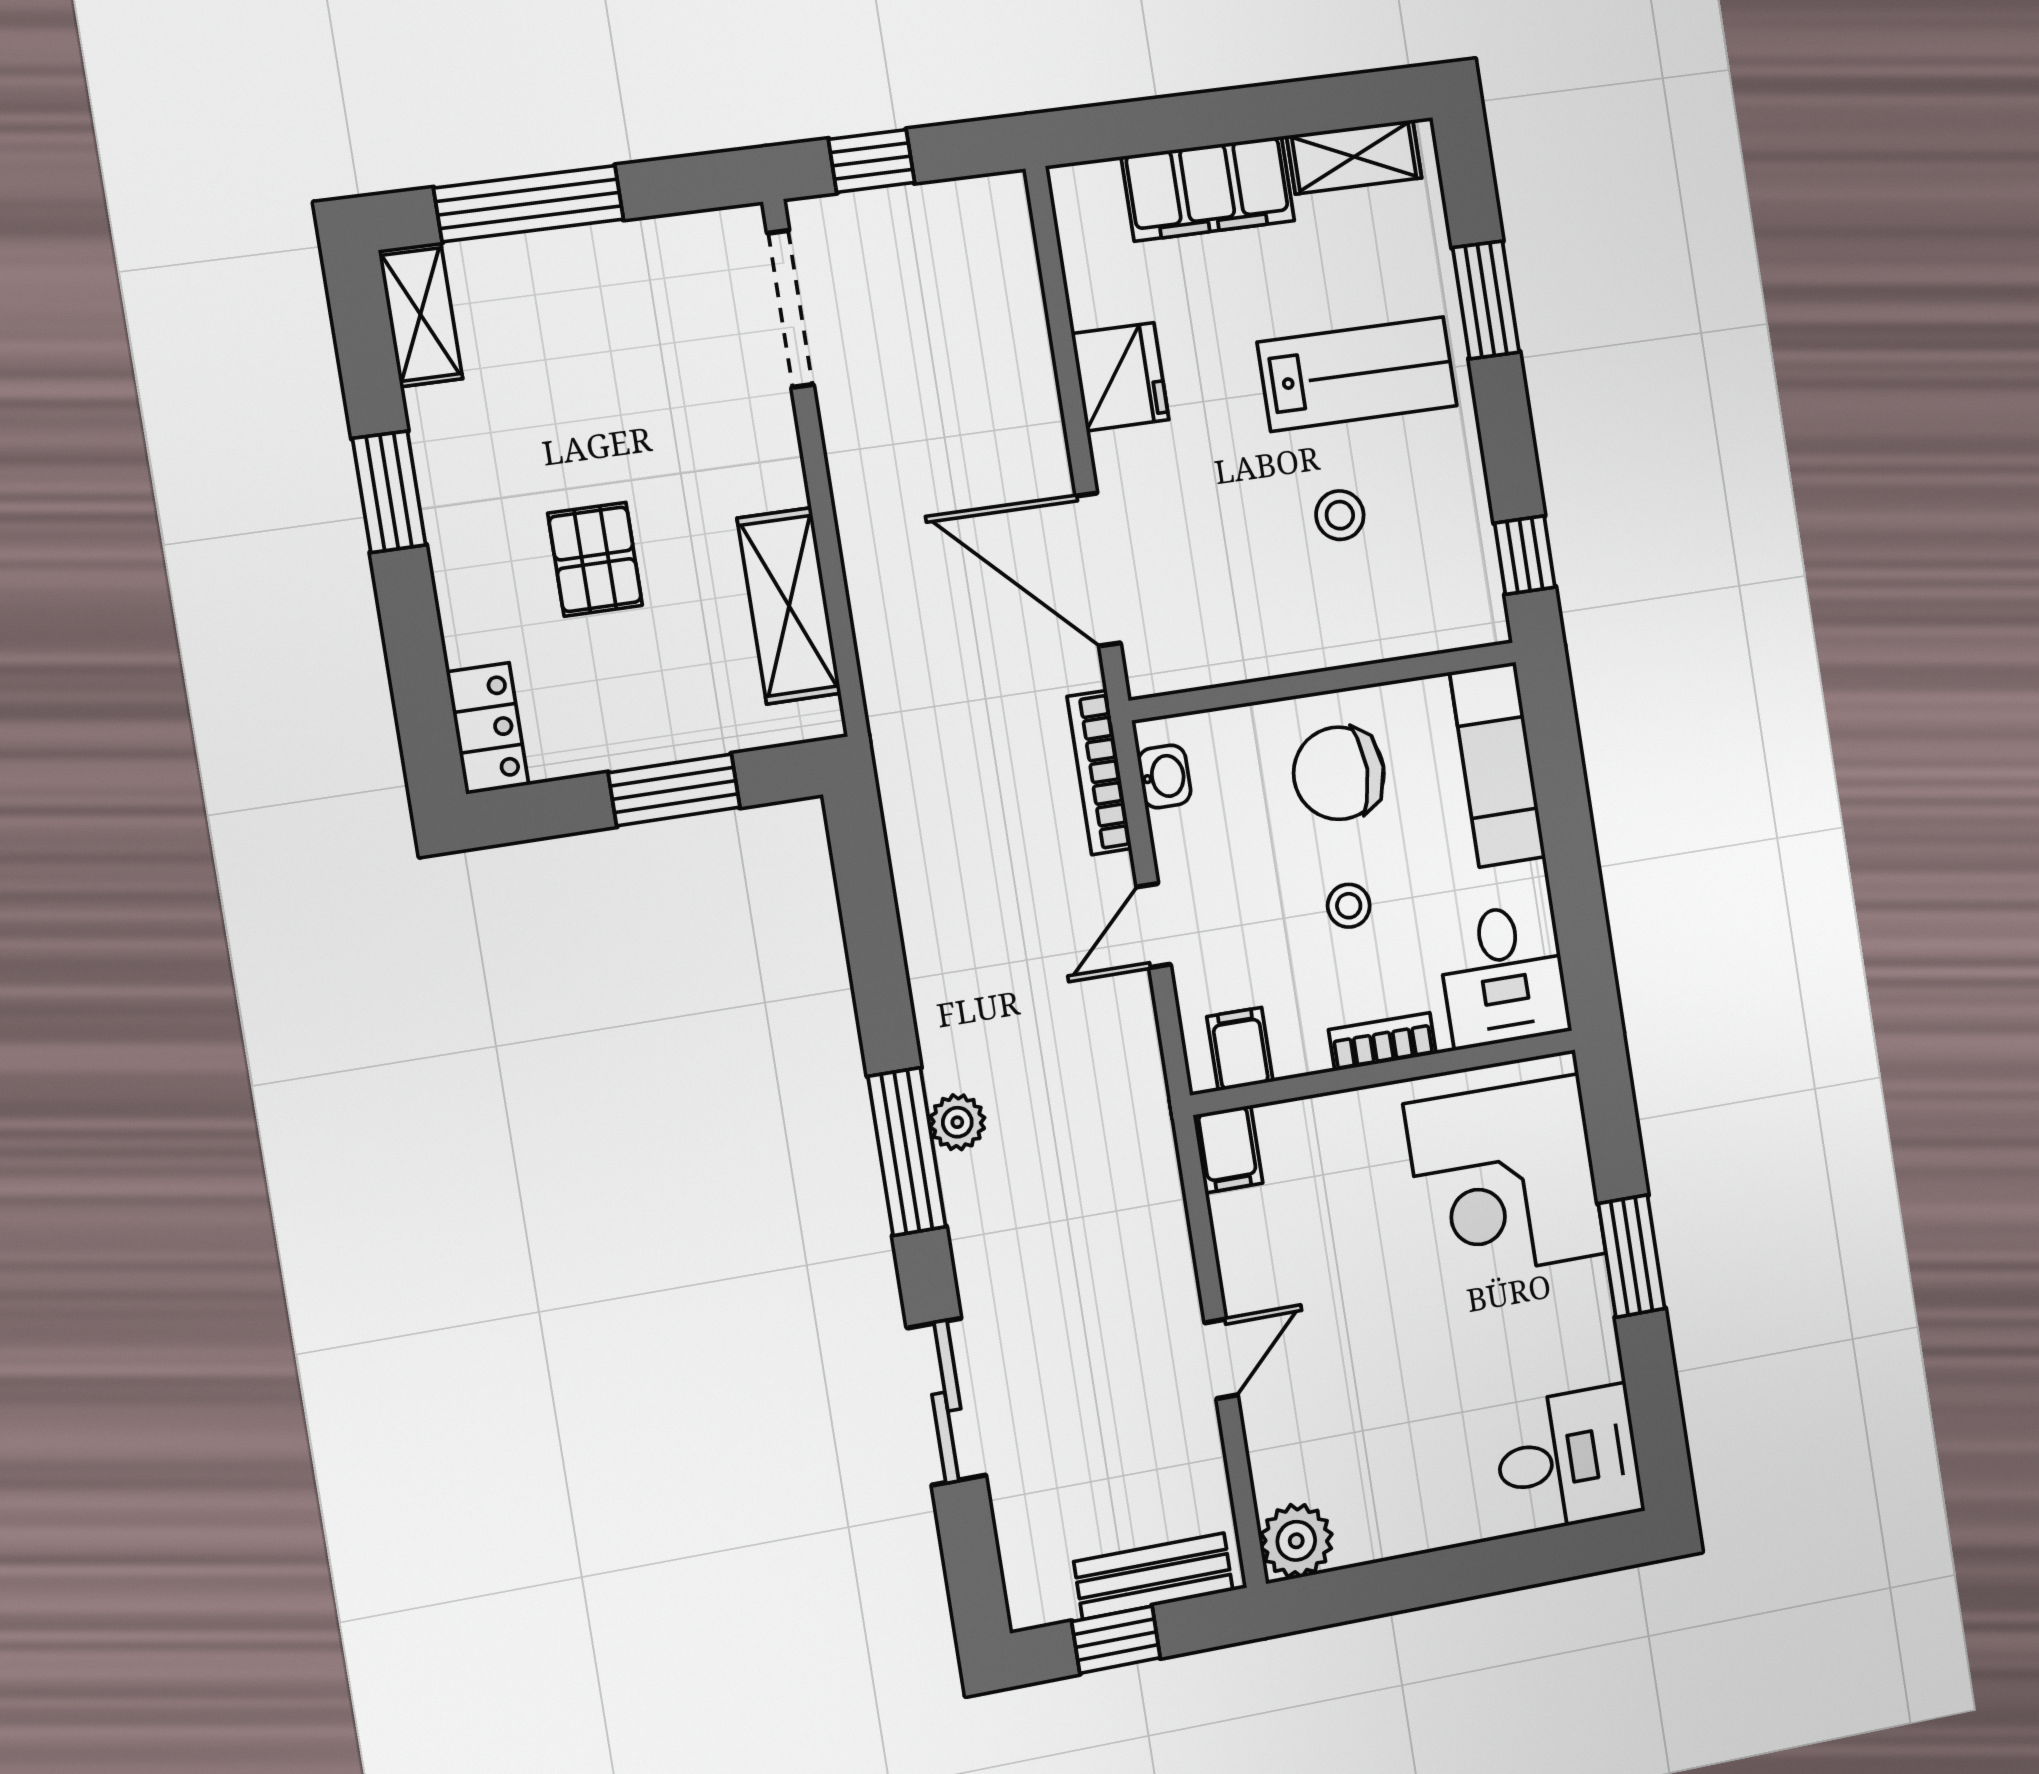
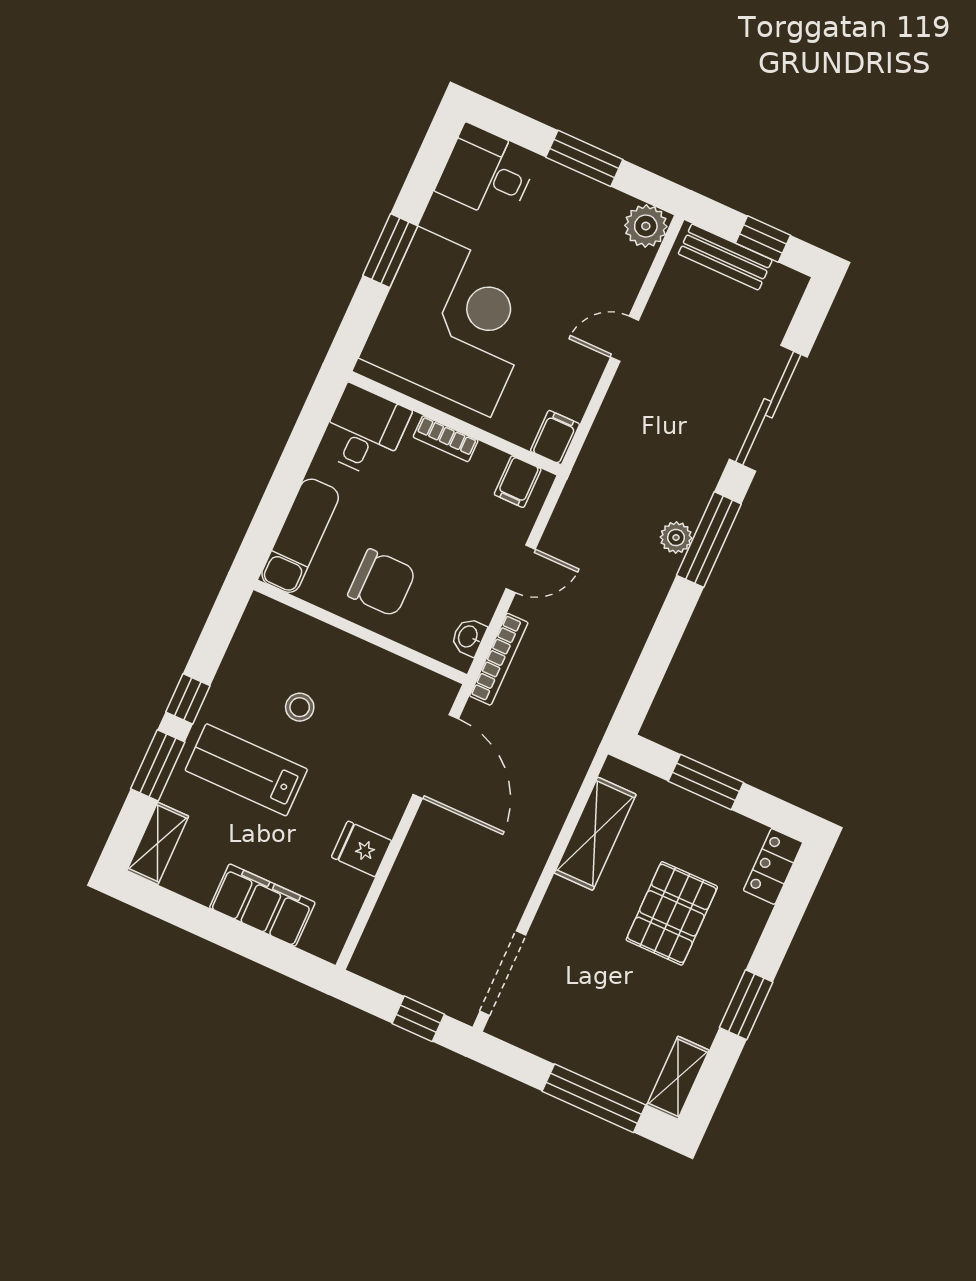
shelving: (1354, 157) -> (158, 843), moved, turned 90
fridge: (1120, 377) -> (361, 849), width x0.72
window: (1525, 555) -> (188, 699), moved
pallet: (595, 559) -> (672, 913), width x1.50, depth x1.42
stool: (1349, 906) -> (419, 516), removed
corner desk: (1505, 1179) -> (454, 322), width x1.36, depth x1.36
sliding door: (946, 1402) -> (768, 408), width x1.37
window: (1446, 1575) -> (584, 158), added

